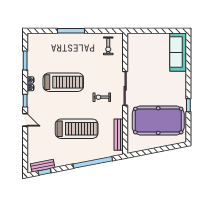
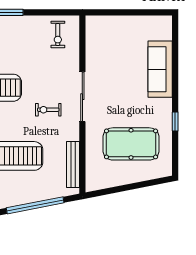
sofa: (178, 52) -> (160, 69), moved
pool table: (158, 121) -> (131, 144), width x0.73, depth x0.76

